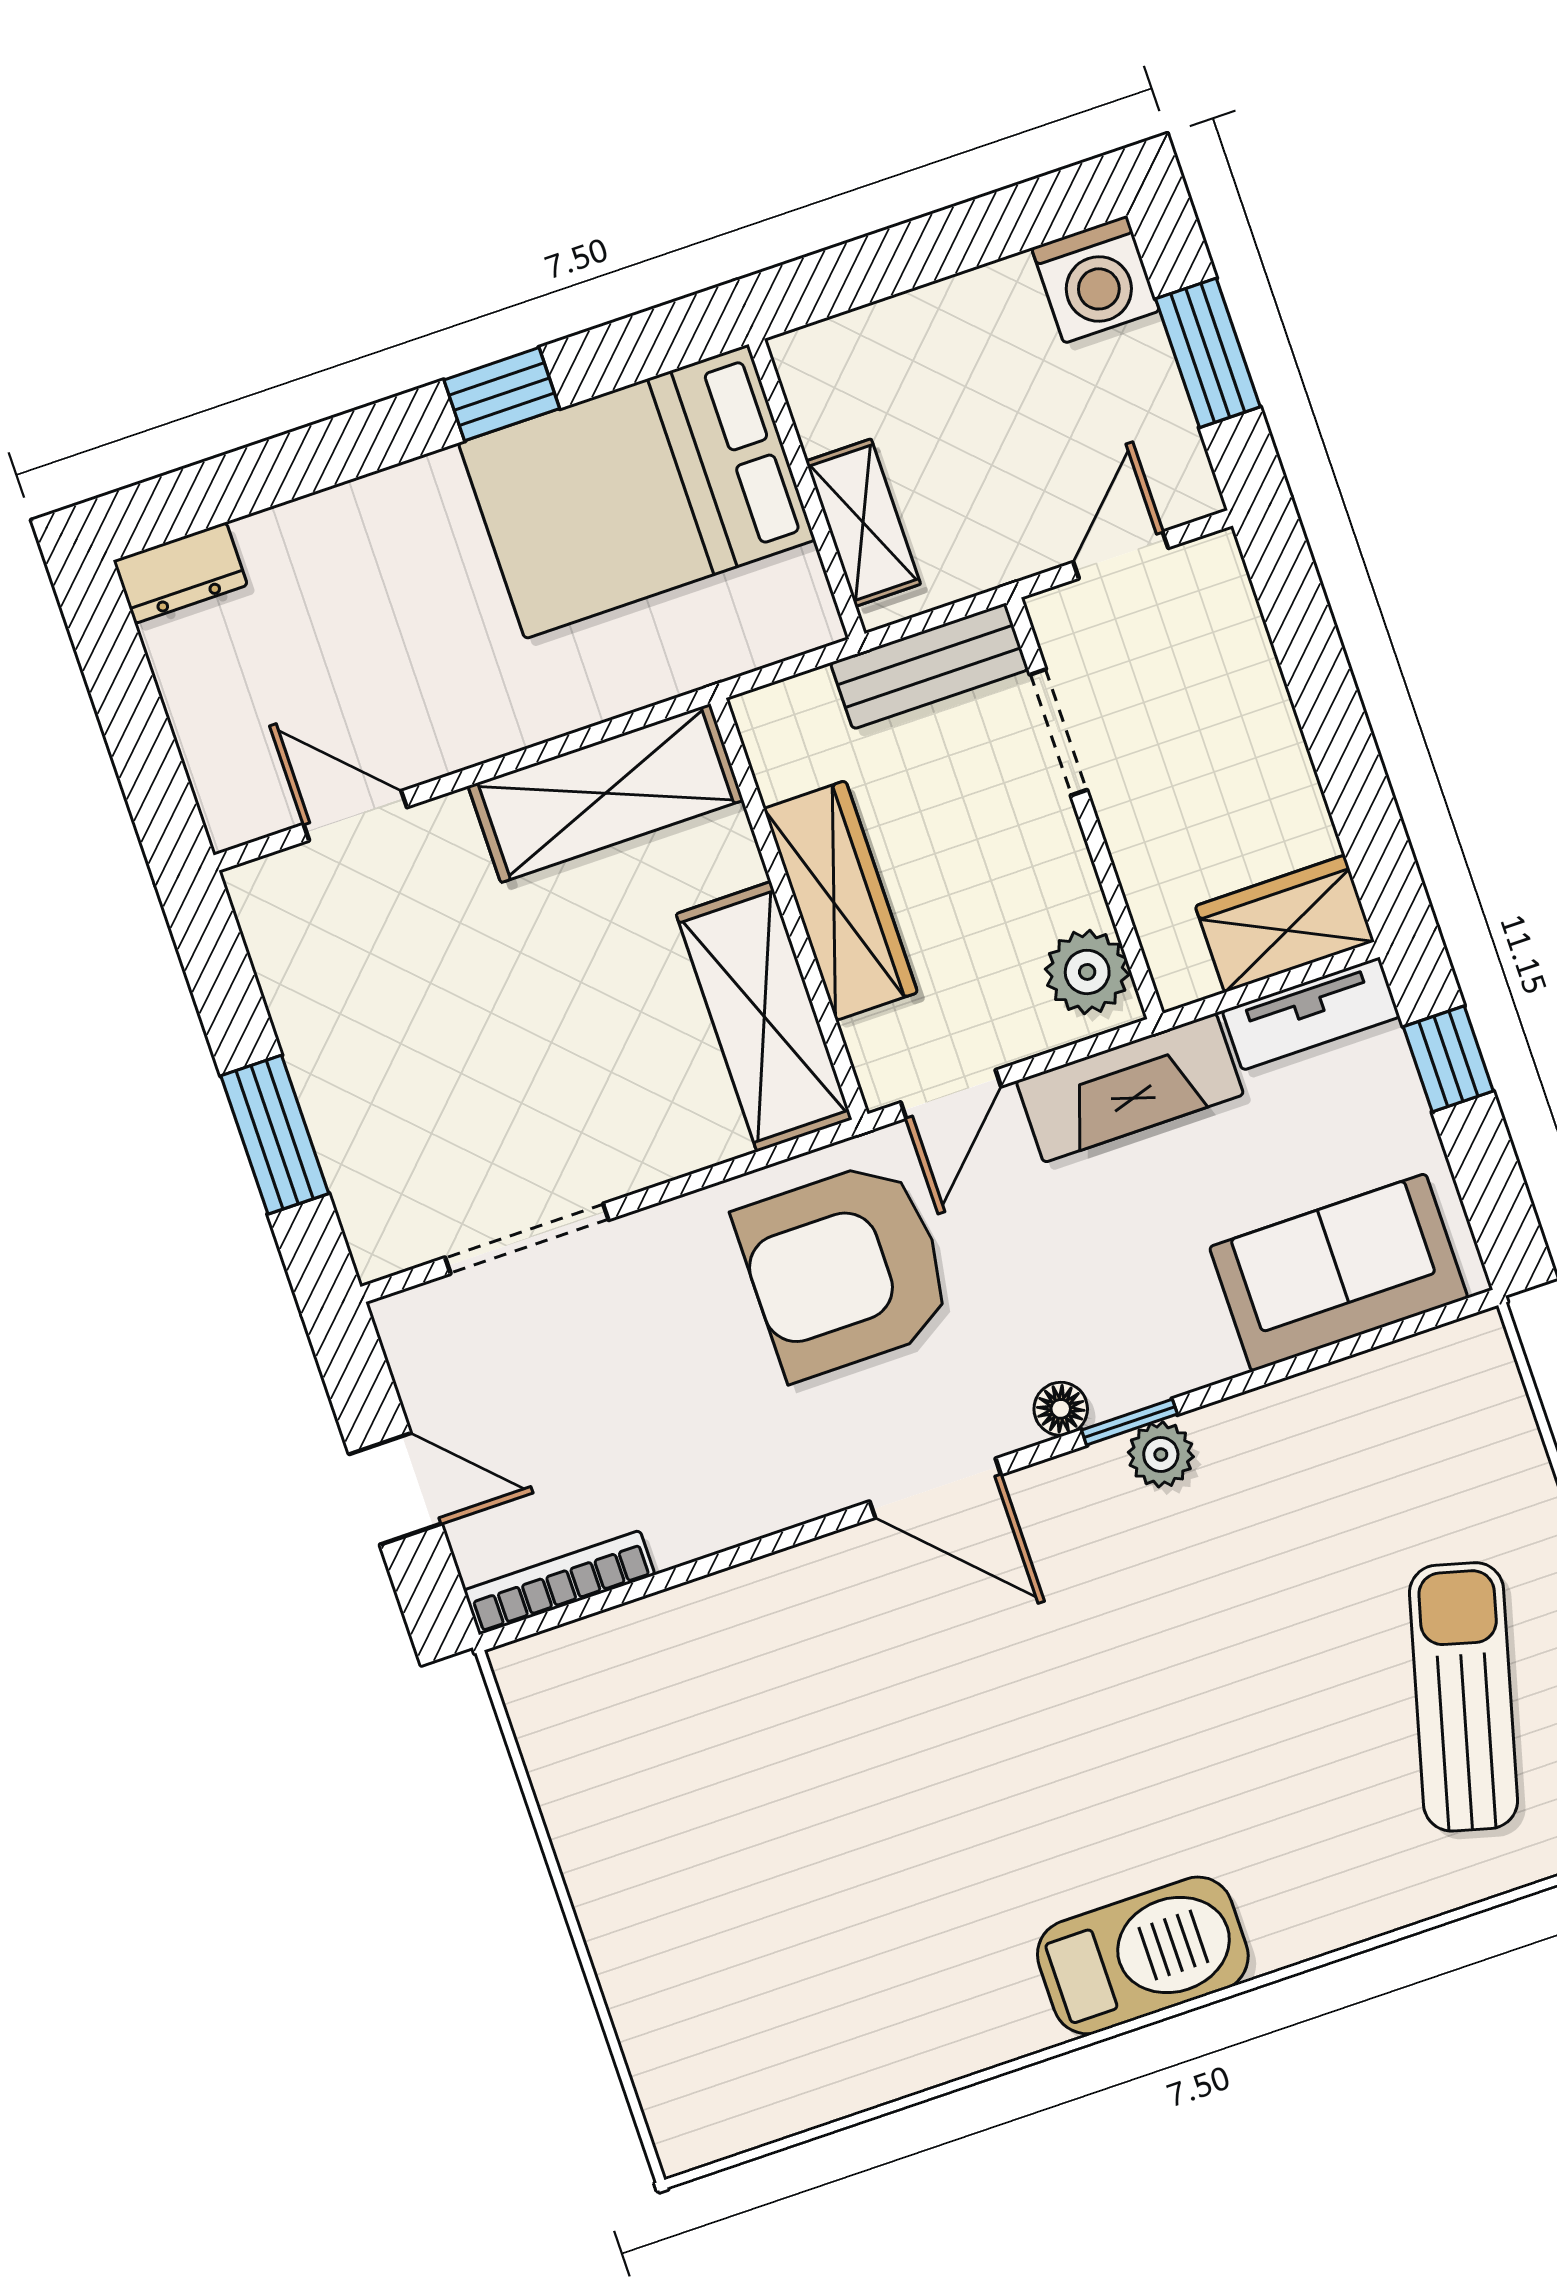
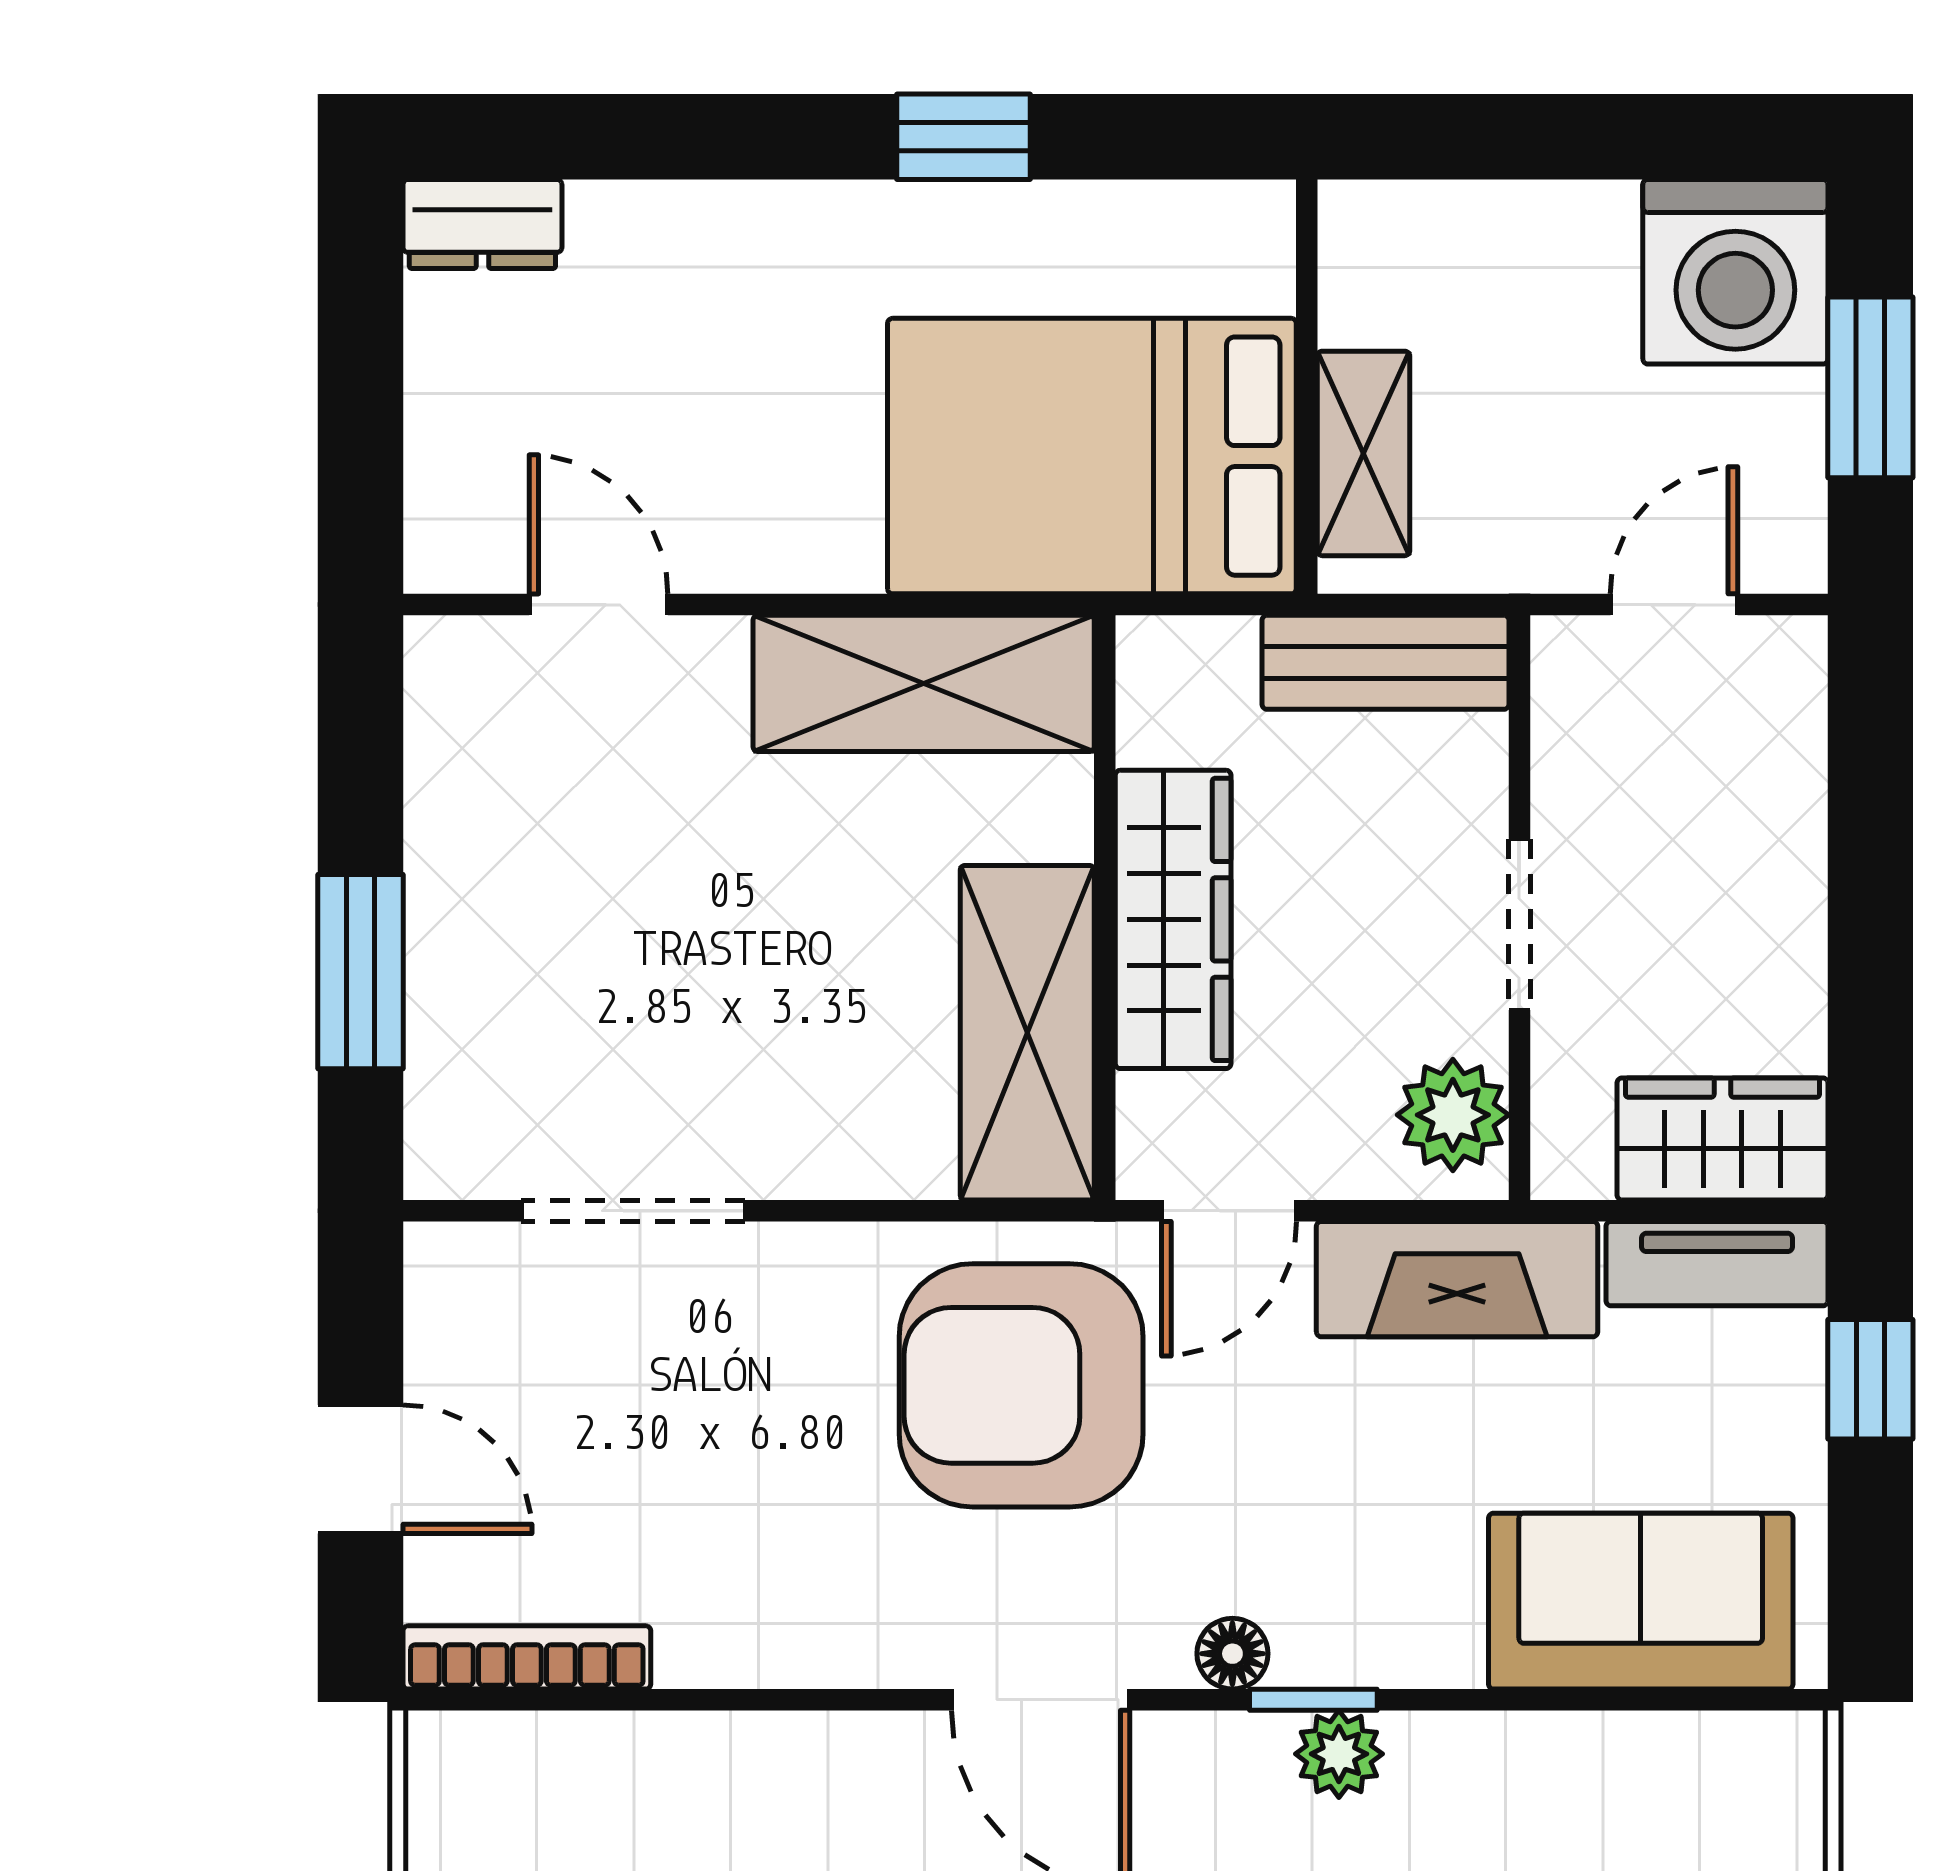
washing machine: (1096, 279) -> (1735, 272), width x1.37, depth x1.37
bed: (637, 492) -> (1092, 456), moved
doorway: (1058, 732) -> (1519, 924), moved

